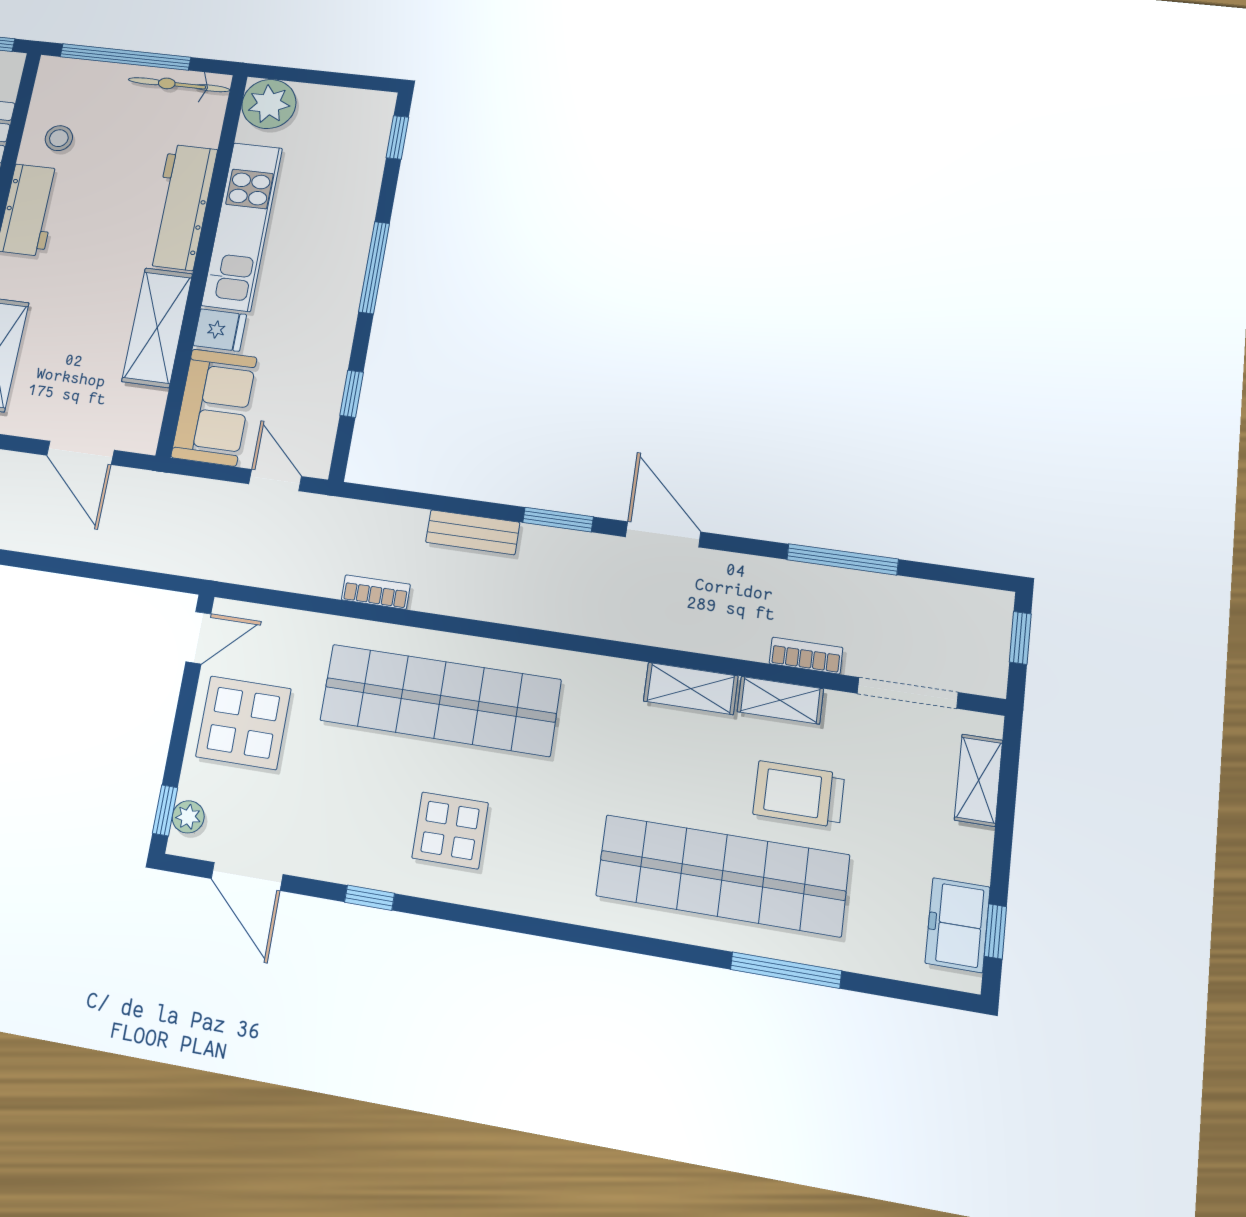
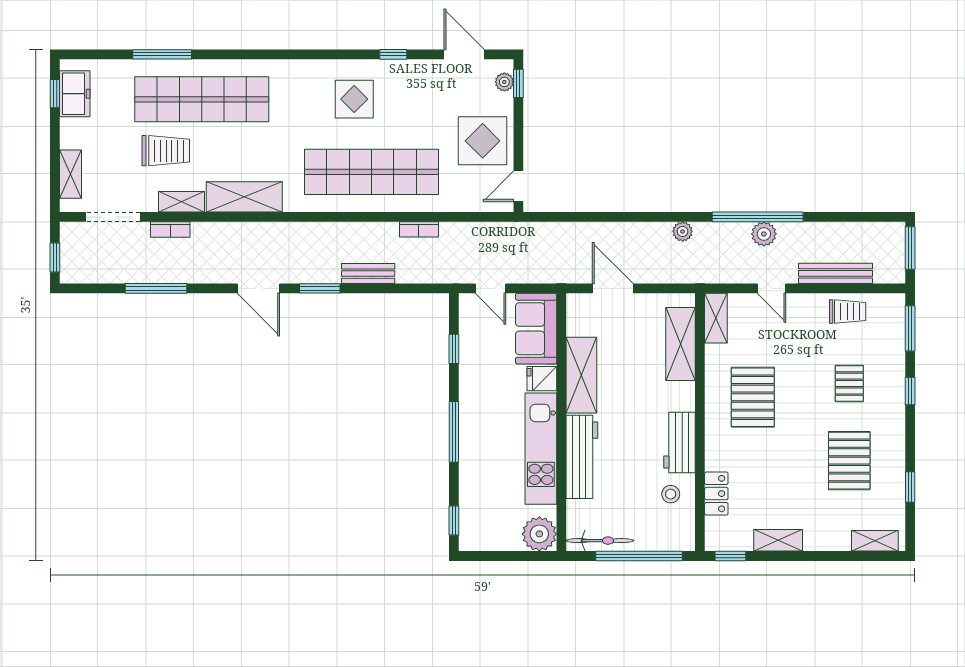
shelving: (691, 688) -> (244, 197), width x1.50, depth x1.33

